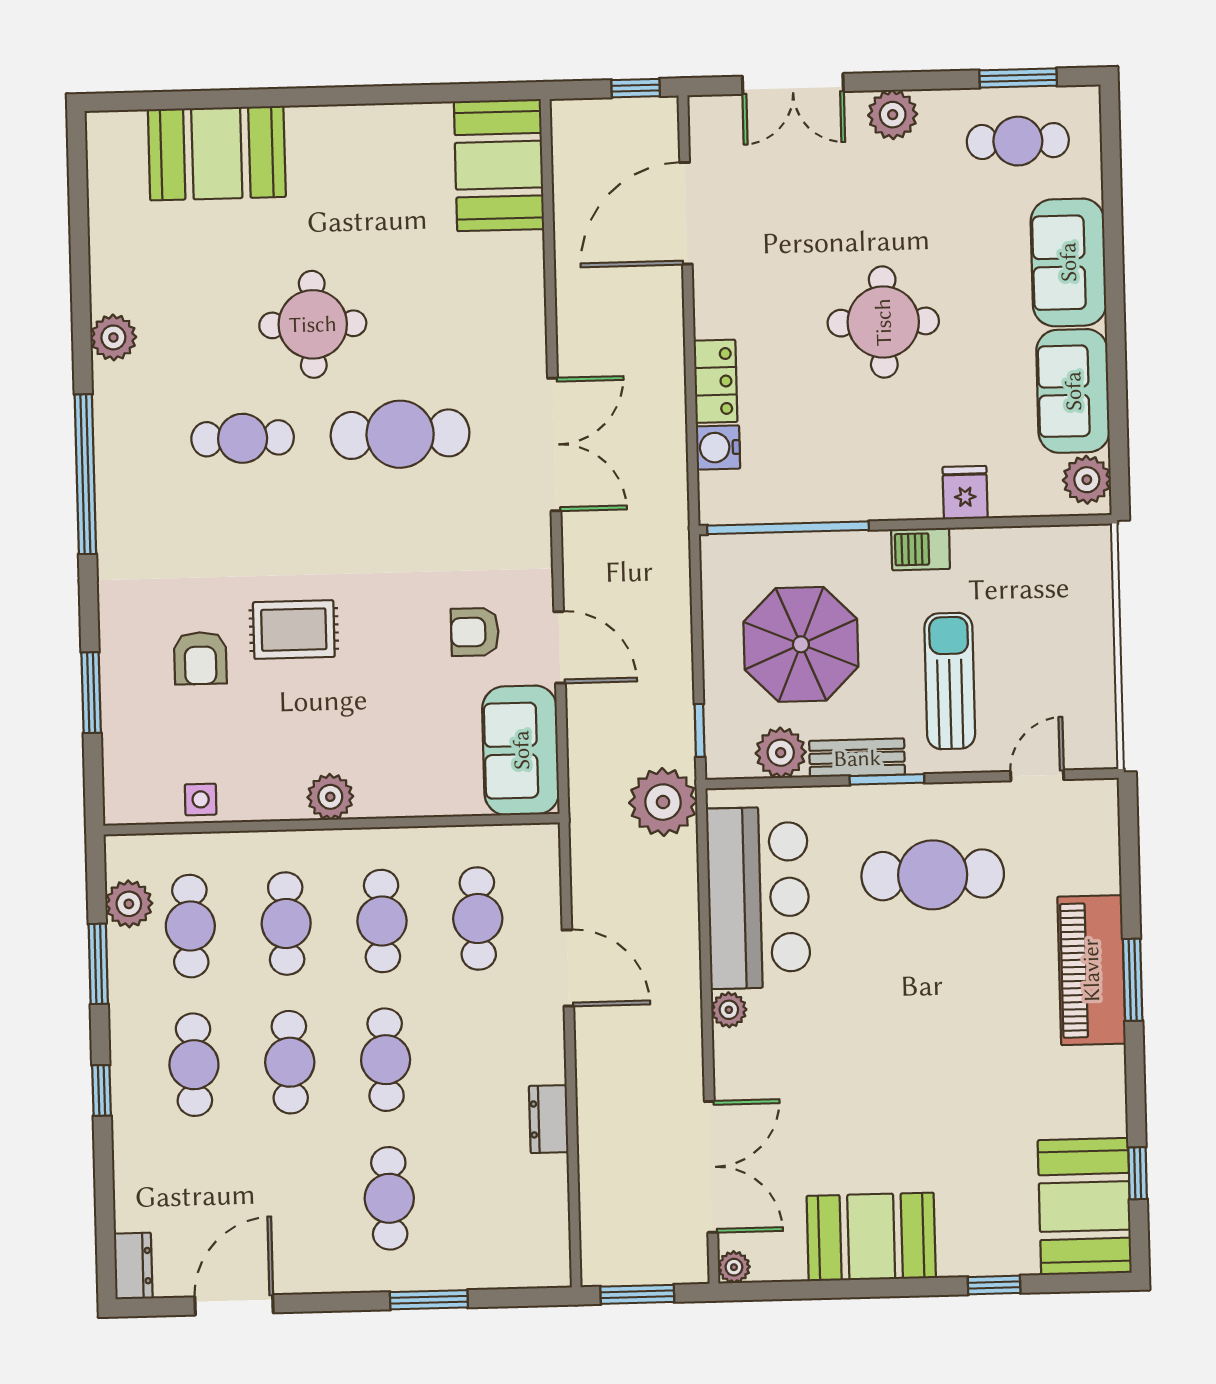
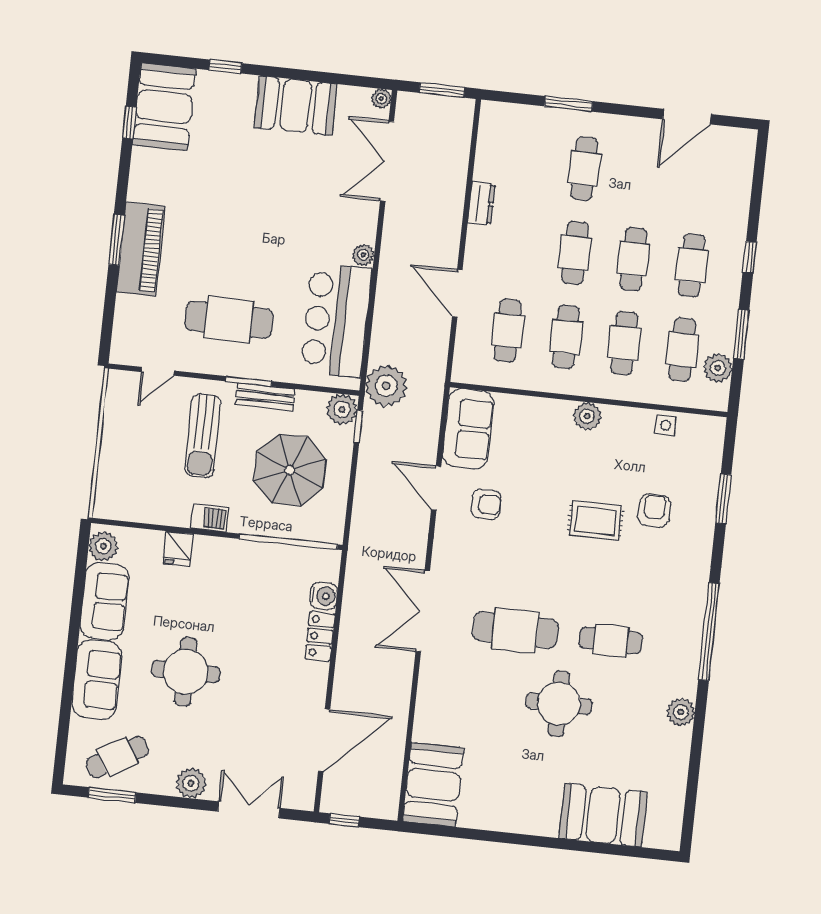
cafe table: (1018, 141) -> (117, 757), turned -31
round table: (883, 322) -> (186, 672), moved
plant: (781, 753) -> (342, 410), moved
dresser: (133, 1266) -> (745, 148), removed

